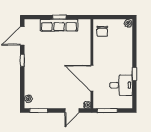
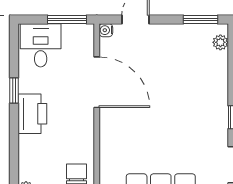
printer: (125, 62) -> (32, 114), added
desk: (121, 85) -> (41, 45), moved, turned 90

